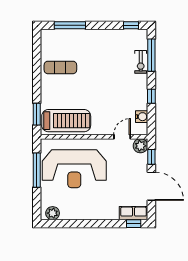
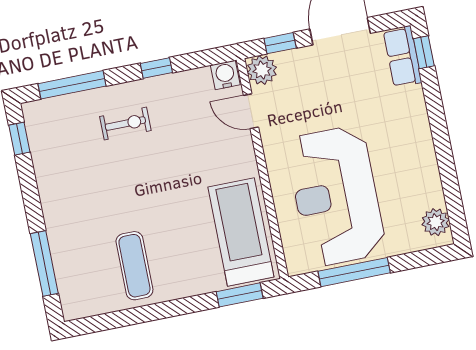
exercise bike: (141, 62) -> (125, 124), moved
water cooler: (142, 117) -> (225, 75), moved
reception desk: (74, 169) -> (336, 196), turned 180

